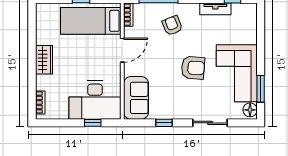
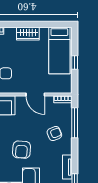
bed: (91, 21) -> (59, 51), moved, turned 180

